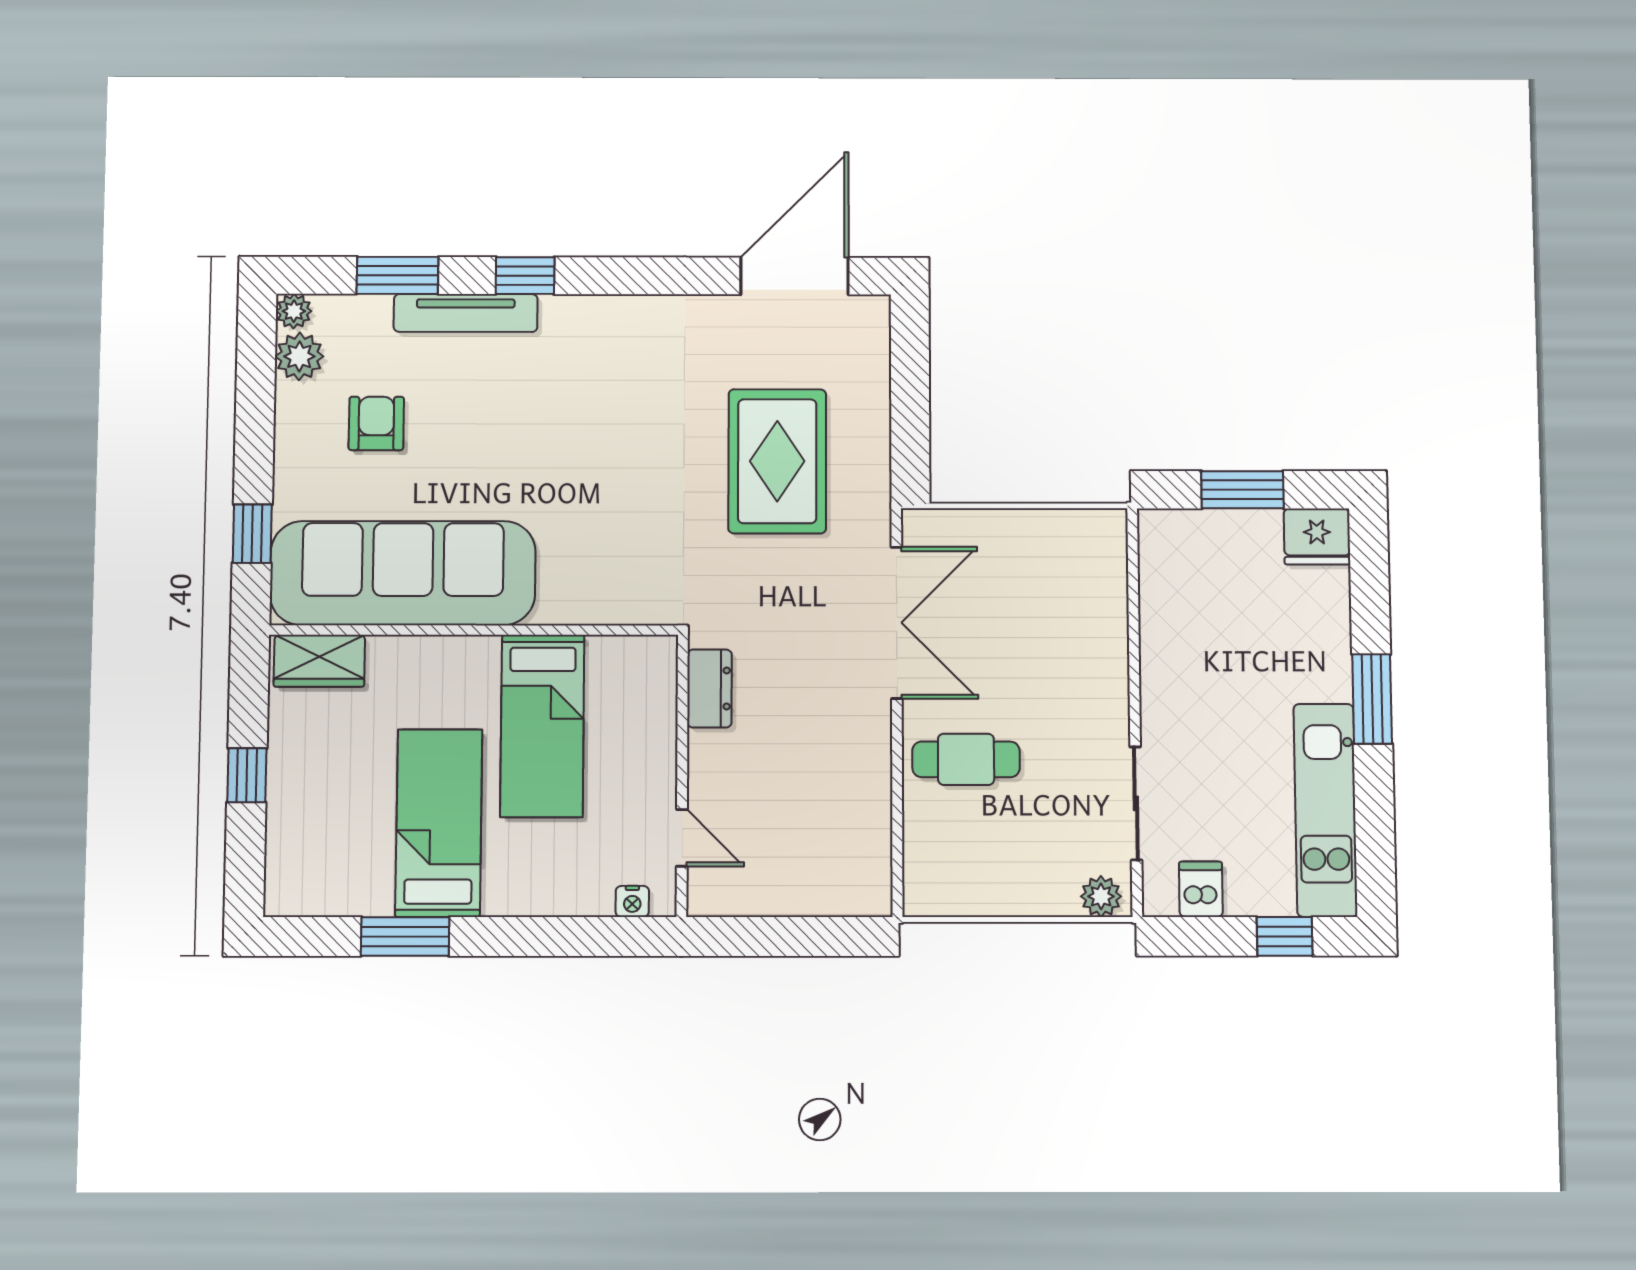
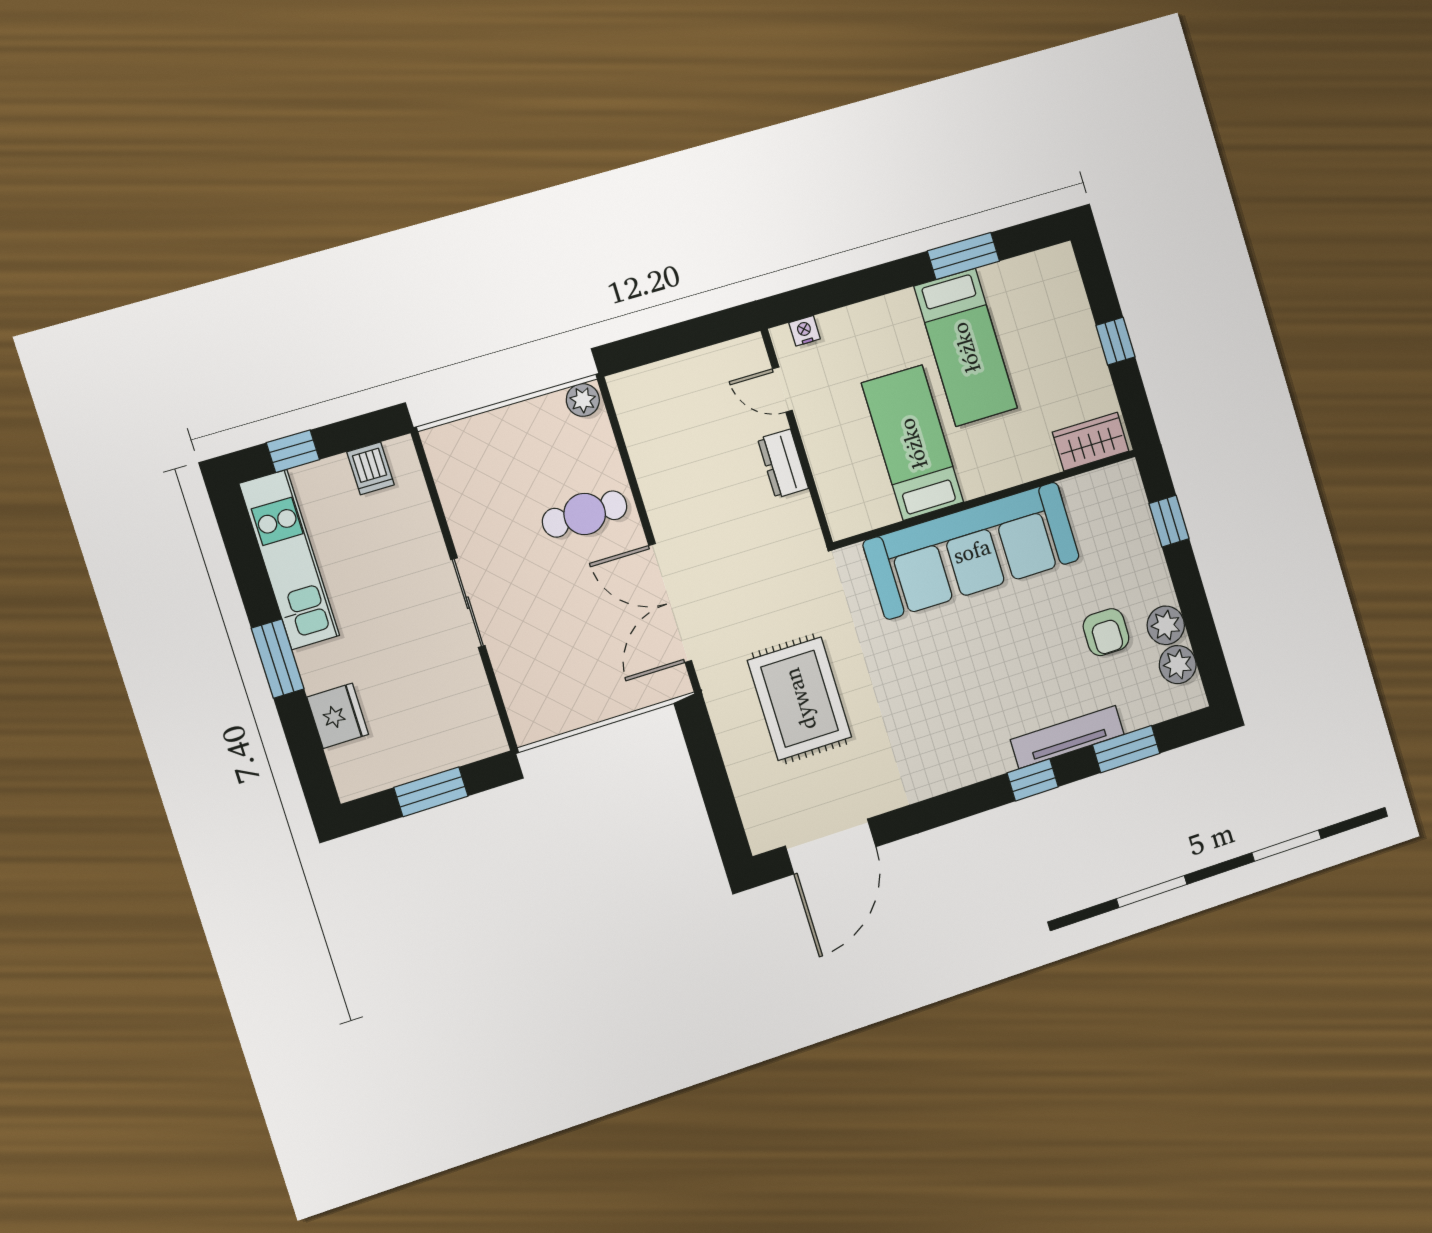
plant: (294, 311) -> (1166, 625), moved, width x1.38, depth x1.38
fridge: (1317, 537) -> (338, 716), moved, turned 90
sofa: (403, 573) -> (972, 551), moved
dresser: (709, 688) -> (783, 464), moved
sliding door: (1136, 803) -> (468, 603), moved
plant: (1101, 896) -> (583, 400), moved

